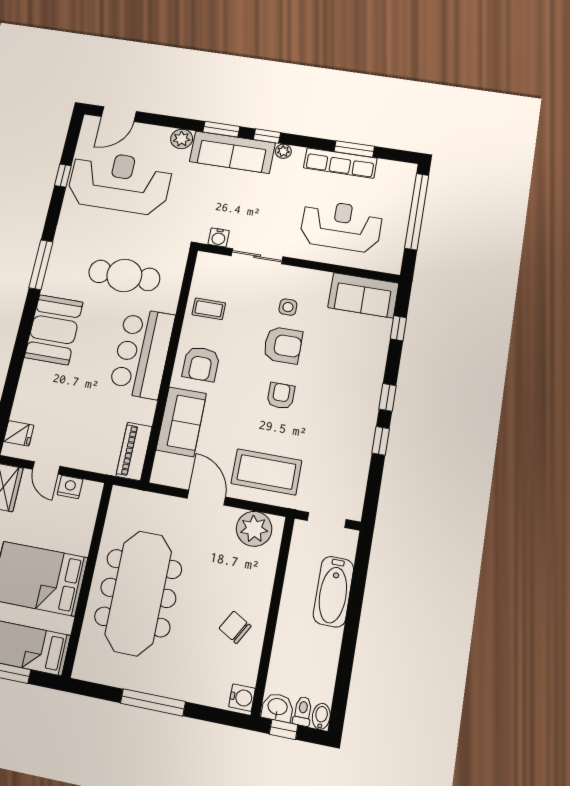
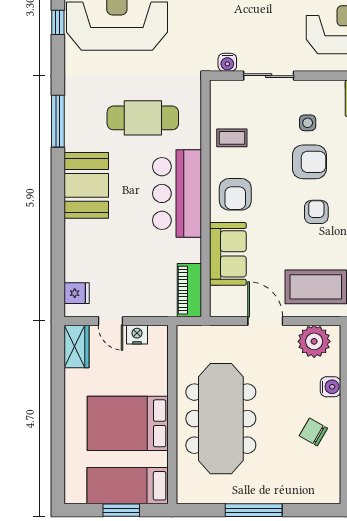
water cooler: (242, 698) -> (330, 387), moved

